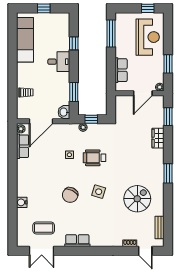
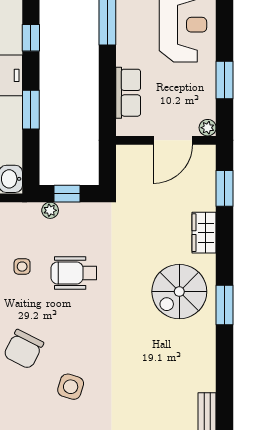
window: (74, 92) -> (31, 110), moved
side table: (99, 192) -> (71, 387), moved
spiral stairs: (137, 199) -> (179, 292), moved, turned 180

